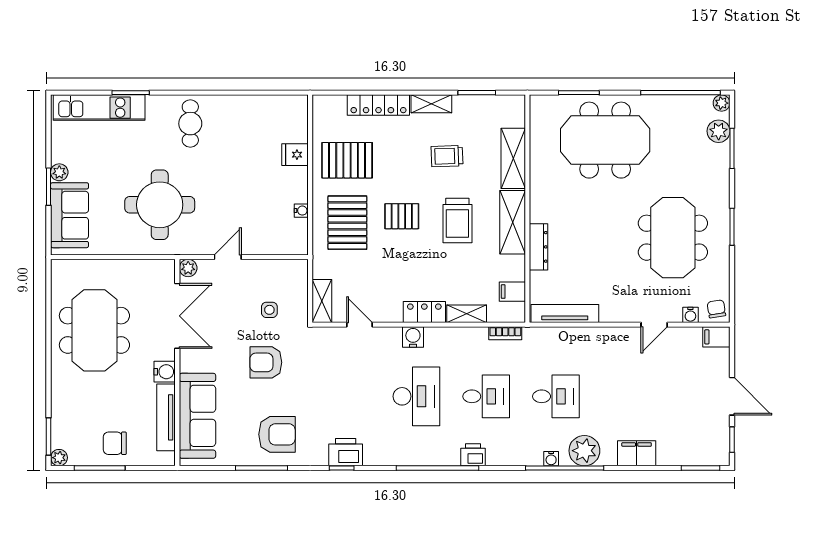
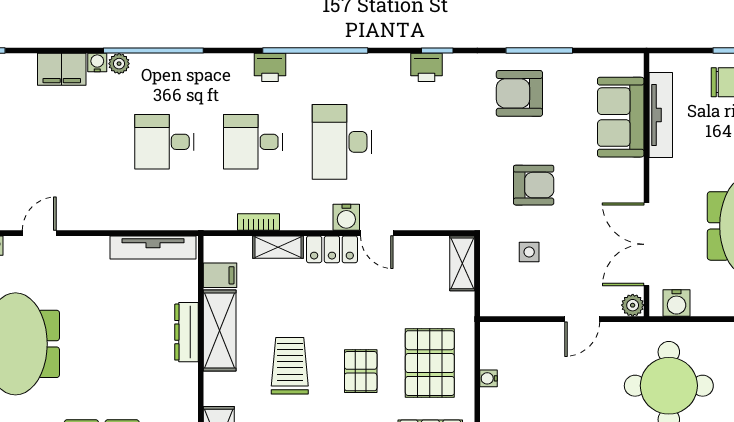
pallet: (402, 216) -> (361, 371), turned 90
shelving: (513, 222) -> (220, 330), moved
door: (359, 325) -> (377, 233), moved
bookcase: (505, 333) -> (258, 222), moved
water cooler: (165, 372) -> (677, 303), moved, turned -90
sofa: (197, 416) -> (621, 117), width x0.73
plant: (584, 451) -> (119, 64), width x0.53, depth x0.53
printer: (346, 452) -> (426, 67), width x0.73, depth x0.81
water cooler: (551, 459) -> (97, 62), moved

